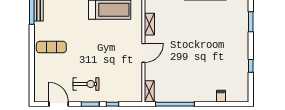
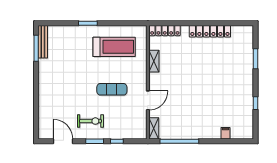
exercise mat: (51, 47) -> (112, 89), moved
door: (143, 53) -> (148, 100), moved

